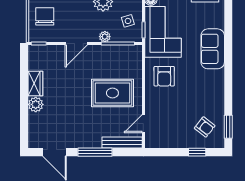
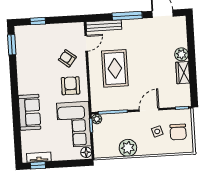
side table: (128, 21) -> (157, 131), moved
plant: (105, 37) -> (97, 119), moved
rug: (112, 93) -> (115, 68), turned 90
armchair: (205, 127) -> (67, 58), moved

